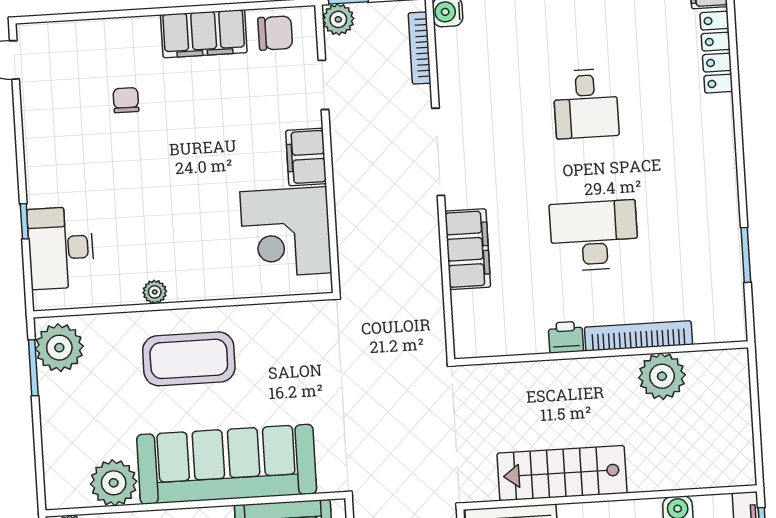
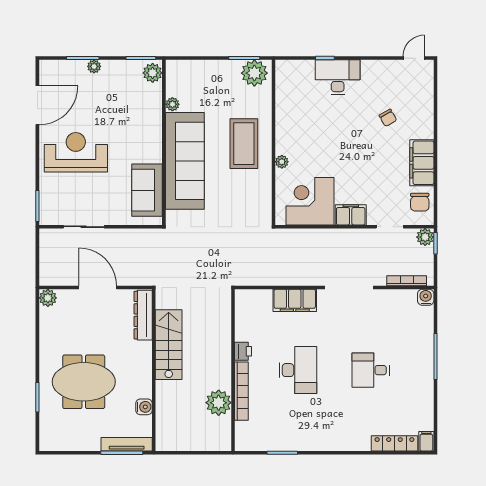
chair: (126, 100) -> (388, 118), turned 60
desk: (61, 248) -> (338, 77), moved
plant: (155, 292) -> (282, 162), moved
plant: (114, 483) -> (172, 104), width x0.53, depth x0.53

